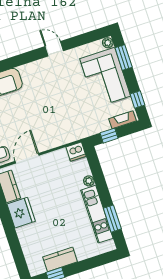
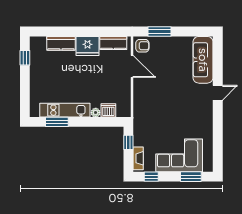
plant: (108, 43) -> (208, 167), removed
door: (54, 49) -> (218, 93), moved
dishwasher: (76, 152) -> (108, 110), moved, turned 90
kitchen counter: (60, 259) -> (61, 43), moved, turned 90

